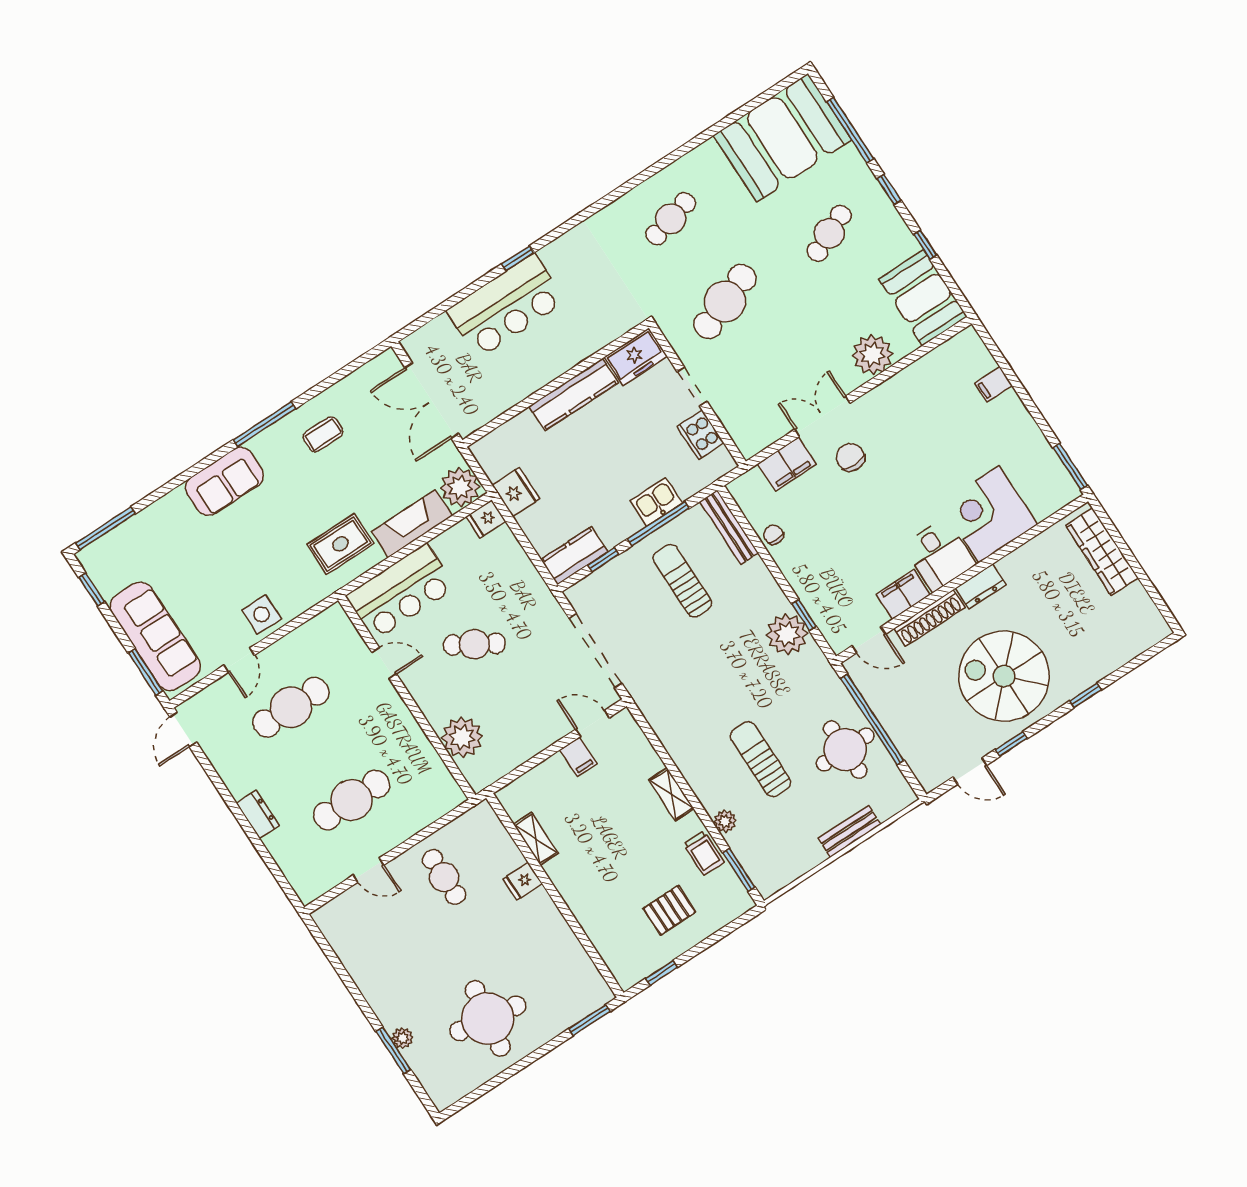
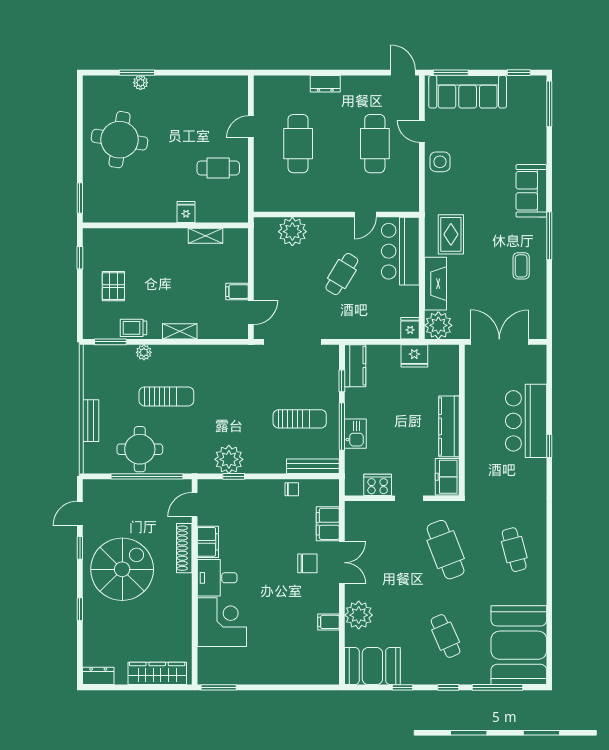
filing cabinet: (993, 384) -> (328, 622), moved, turned -90
dresser: (981, 586) -> (98, 676), moved, turned 90

